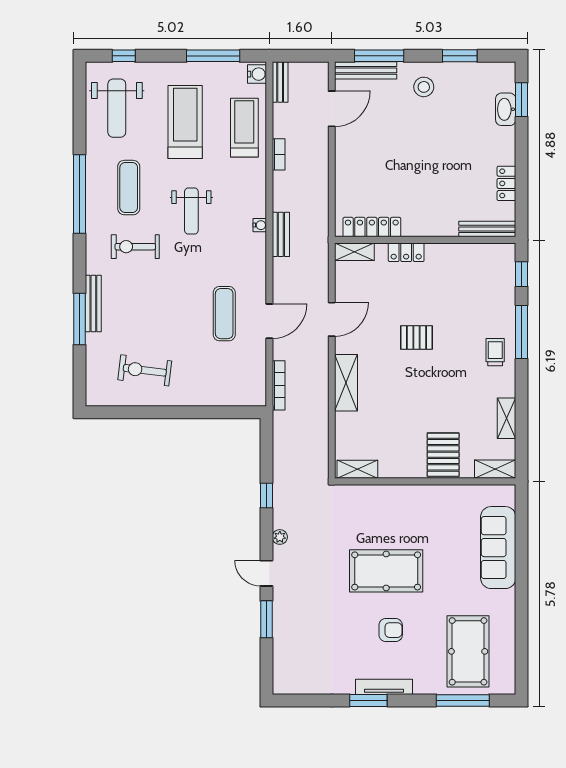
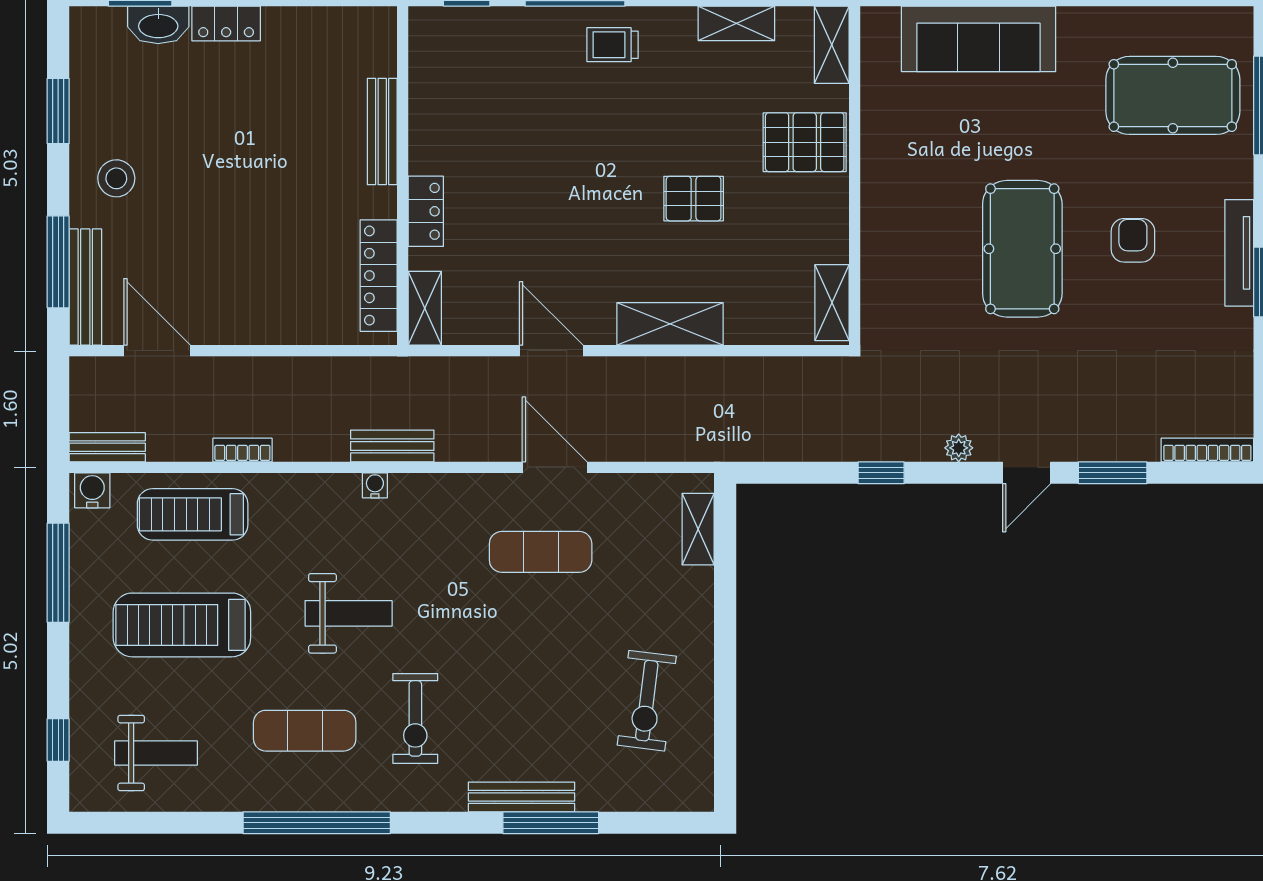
weight bench: (117, 108) -> (156, 753), width x0.73, depth x0.75
locker: (506, 183) -> (226, 24), moved
bench: (487, 229) -> (382, 132), moved
pallet: (416, 338) -> (694, 199), moved, turned 90
bookcase: (279, 385) -> (1207, 450), moved
shelving: (236, 398) -> (698, 529), added

